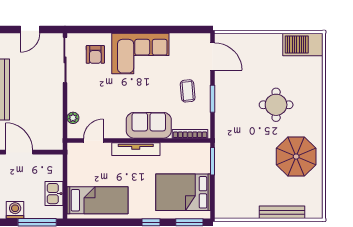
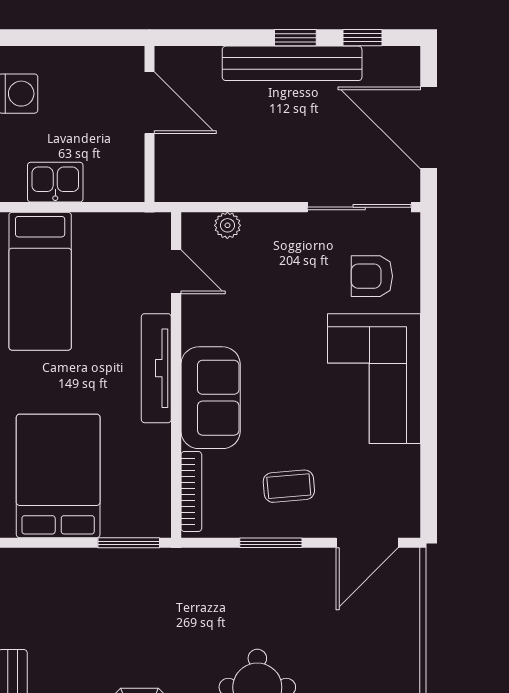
door: (30, 29) -> (429, 128), width x1.88
door: (19, 152) -> (150, 103), hinge flipped

